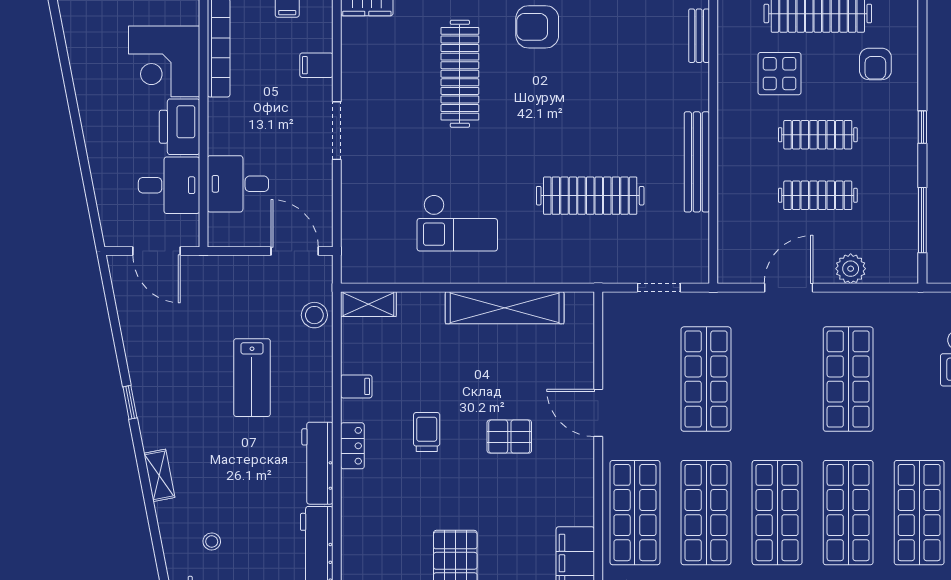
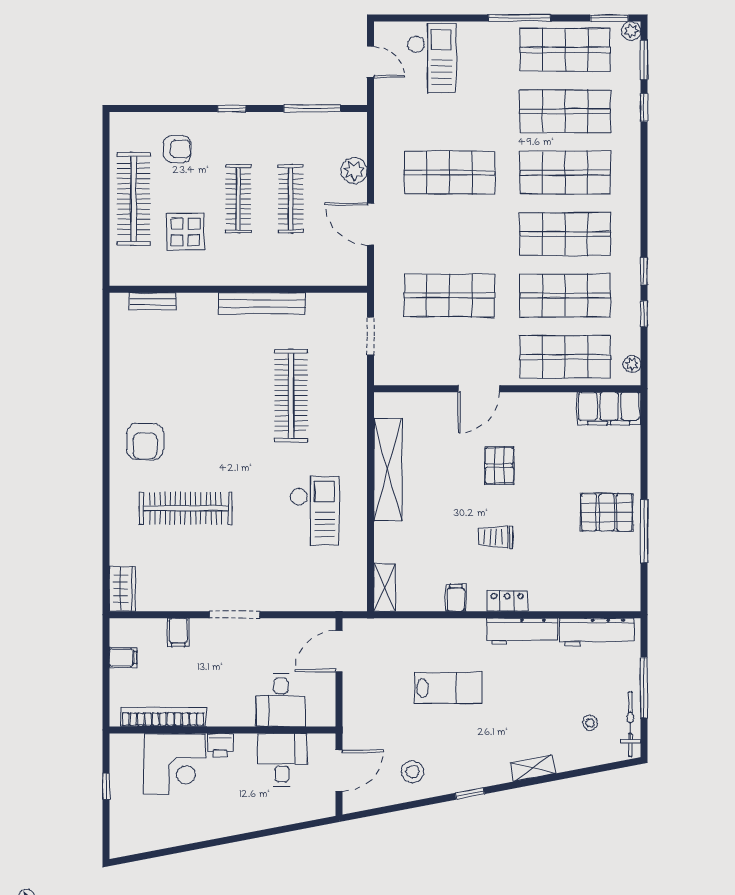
printer: (180, 127) -> (220, 745), width x0.53, depth x0.68
stool: (314, 315) -> (413, 772), moved

